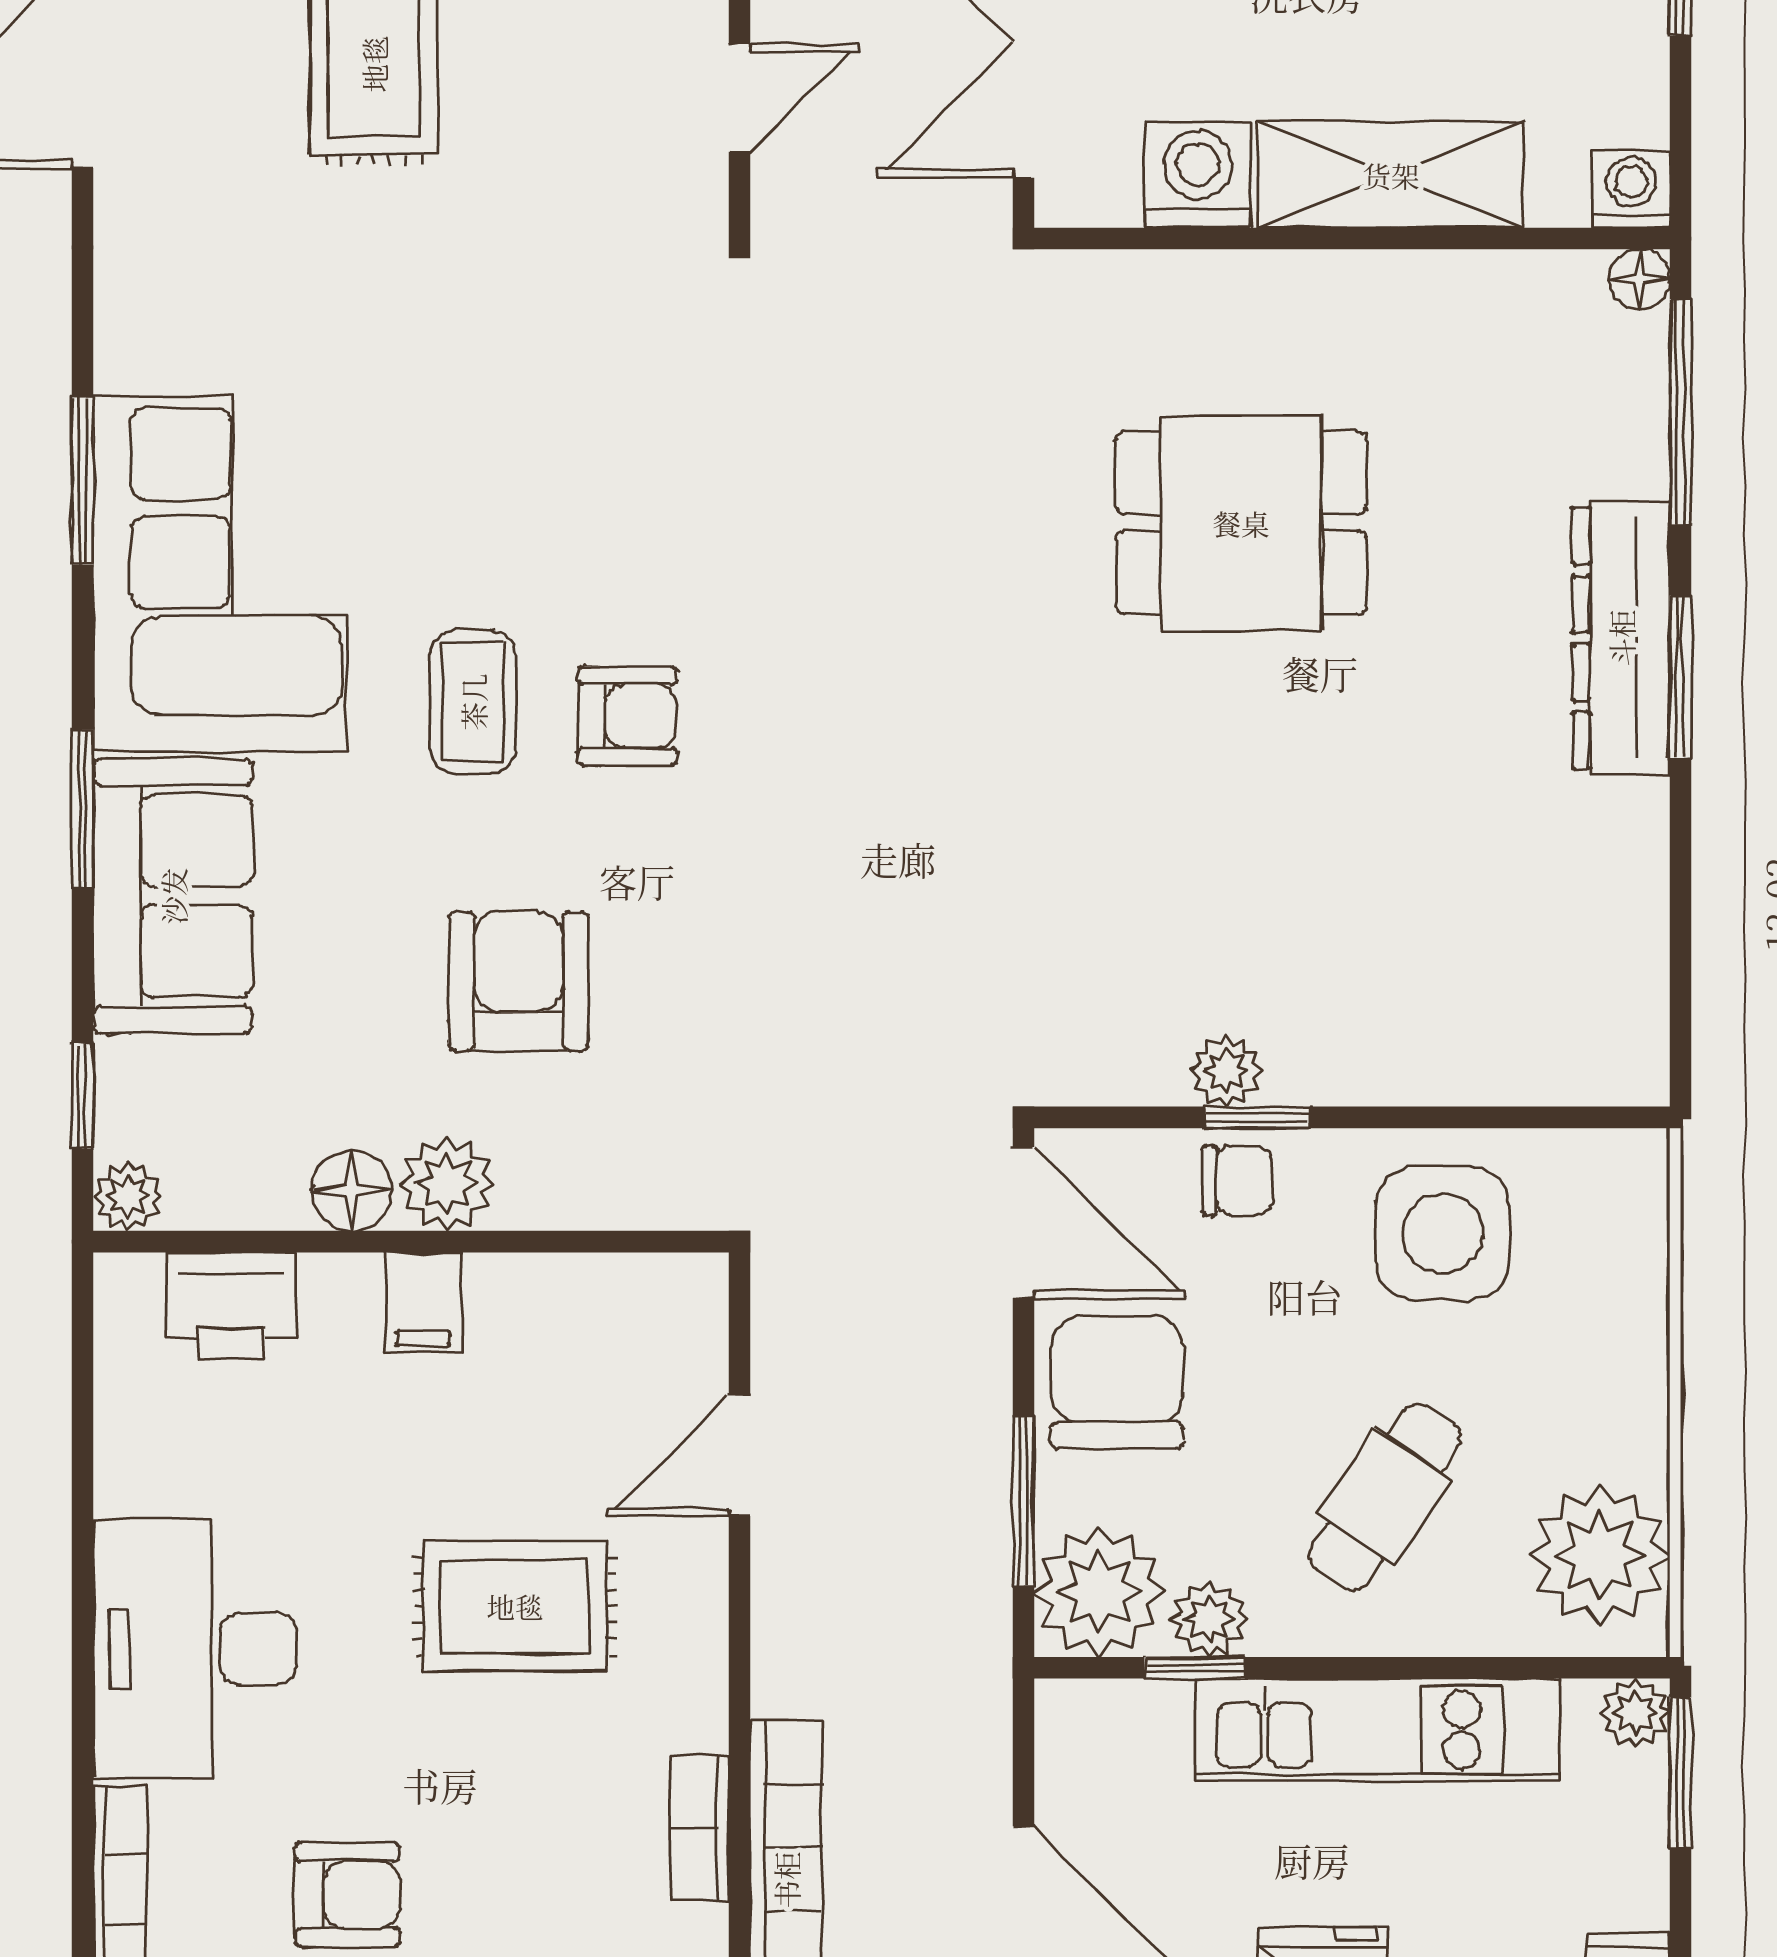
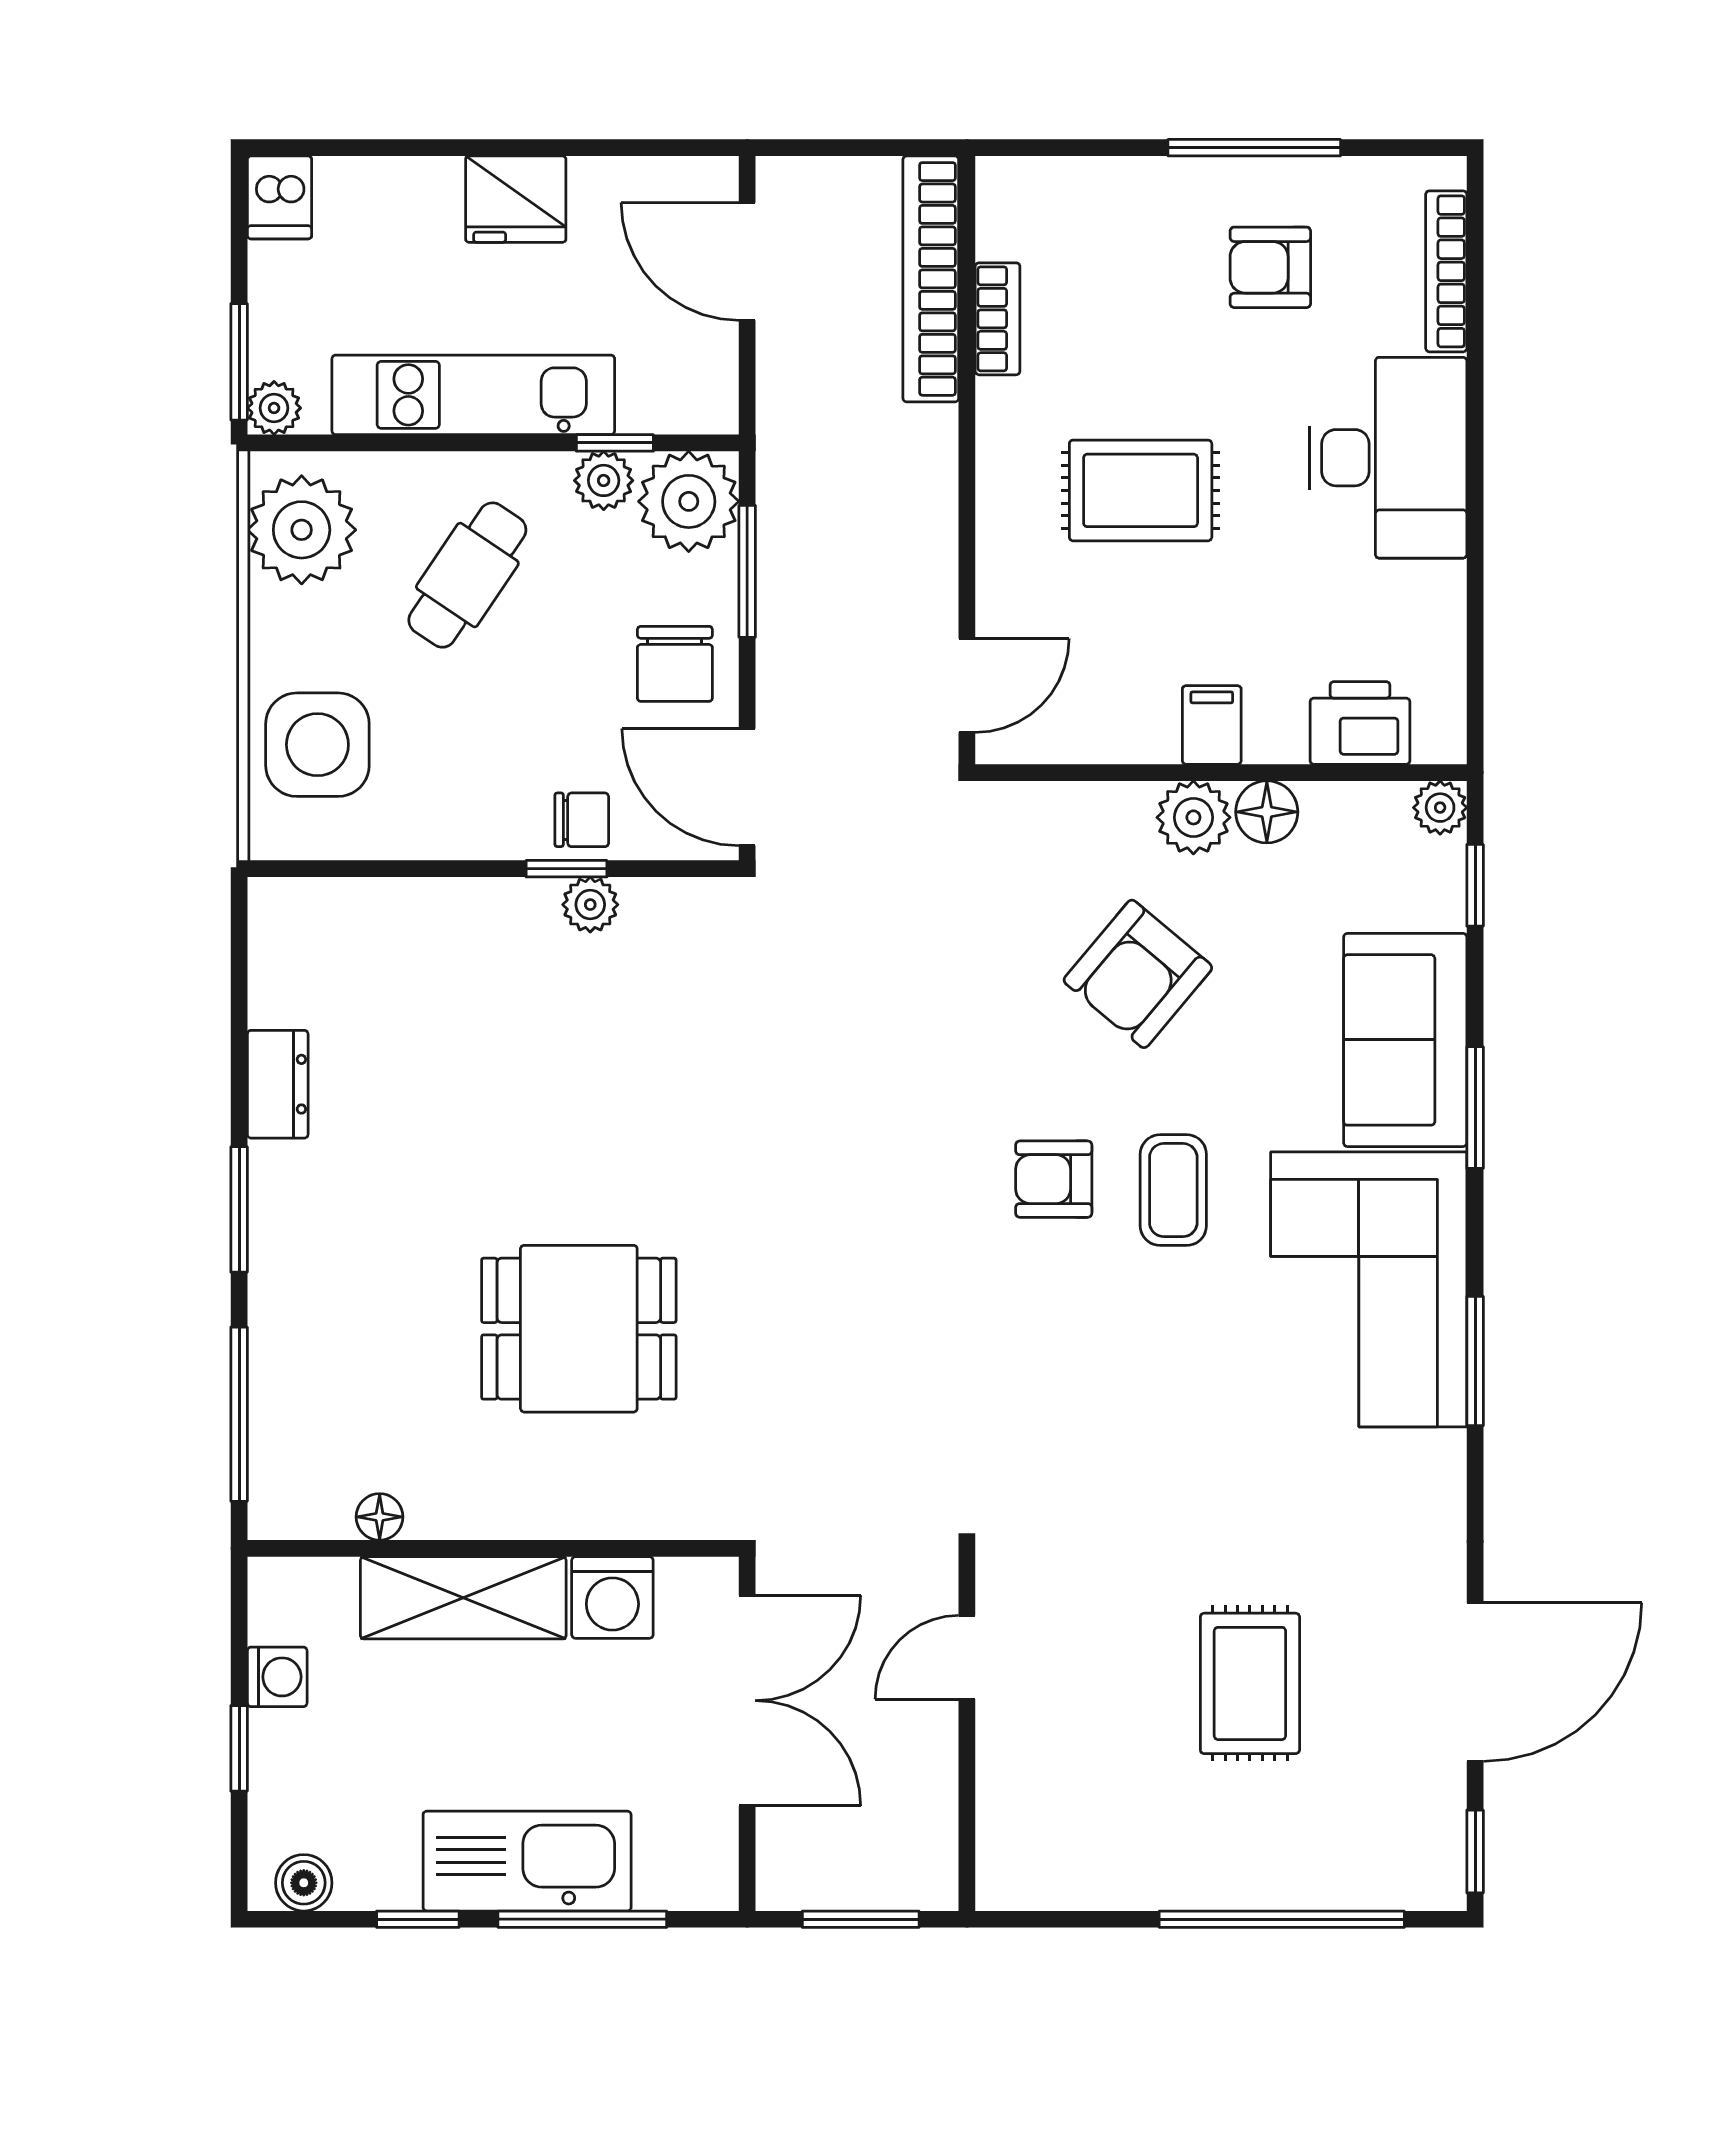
washing machine: (1631, 189) -> (277, 1677), moved, turned -90
floor lamp: (1640, 279) -> (380, 1517), moved
dresser: (1621, 638) -> (278, 1084), moved, width x0.51, depth x0.80
armchair: (518, 981) -> (1138, 974), turned 40
chair: (1237, 1180) -> (582, 820), turned 180
side table: (1443, 1233) -> (317, 745), moved
chair: (1117, 1382) -> (675, 664), width x0.73, depth x0.73
door: (739, 1456) -> (967, 686), moved

